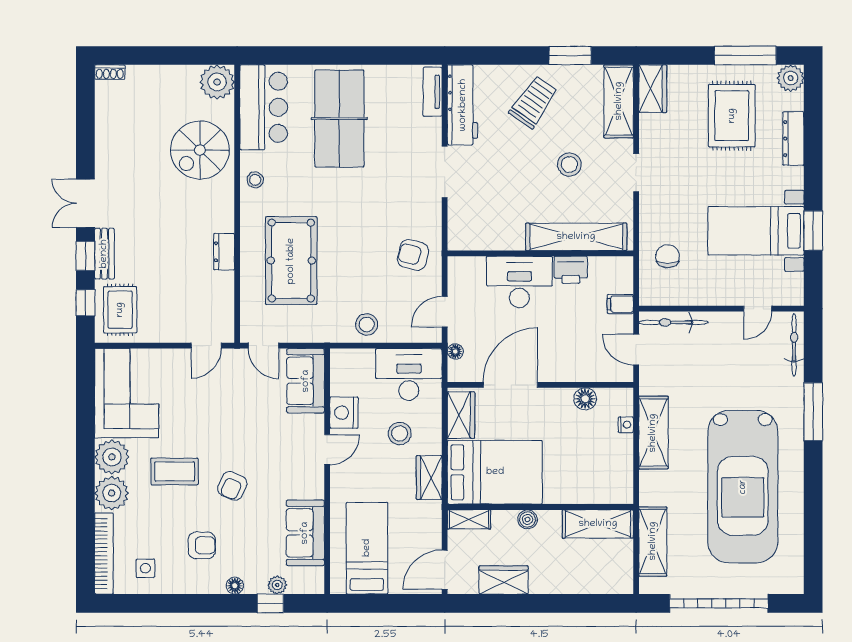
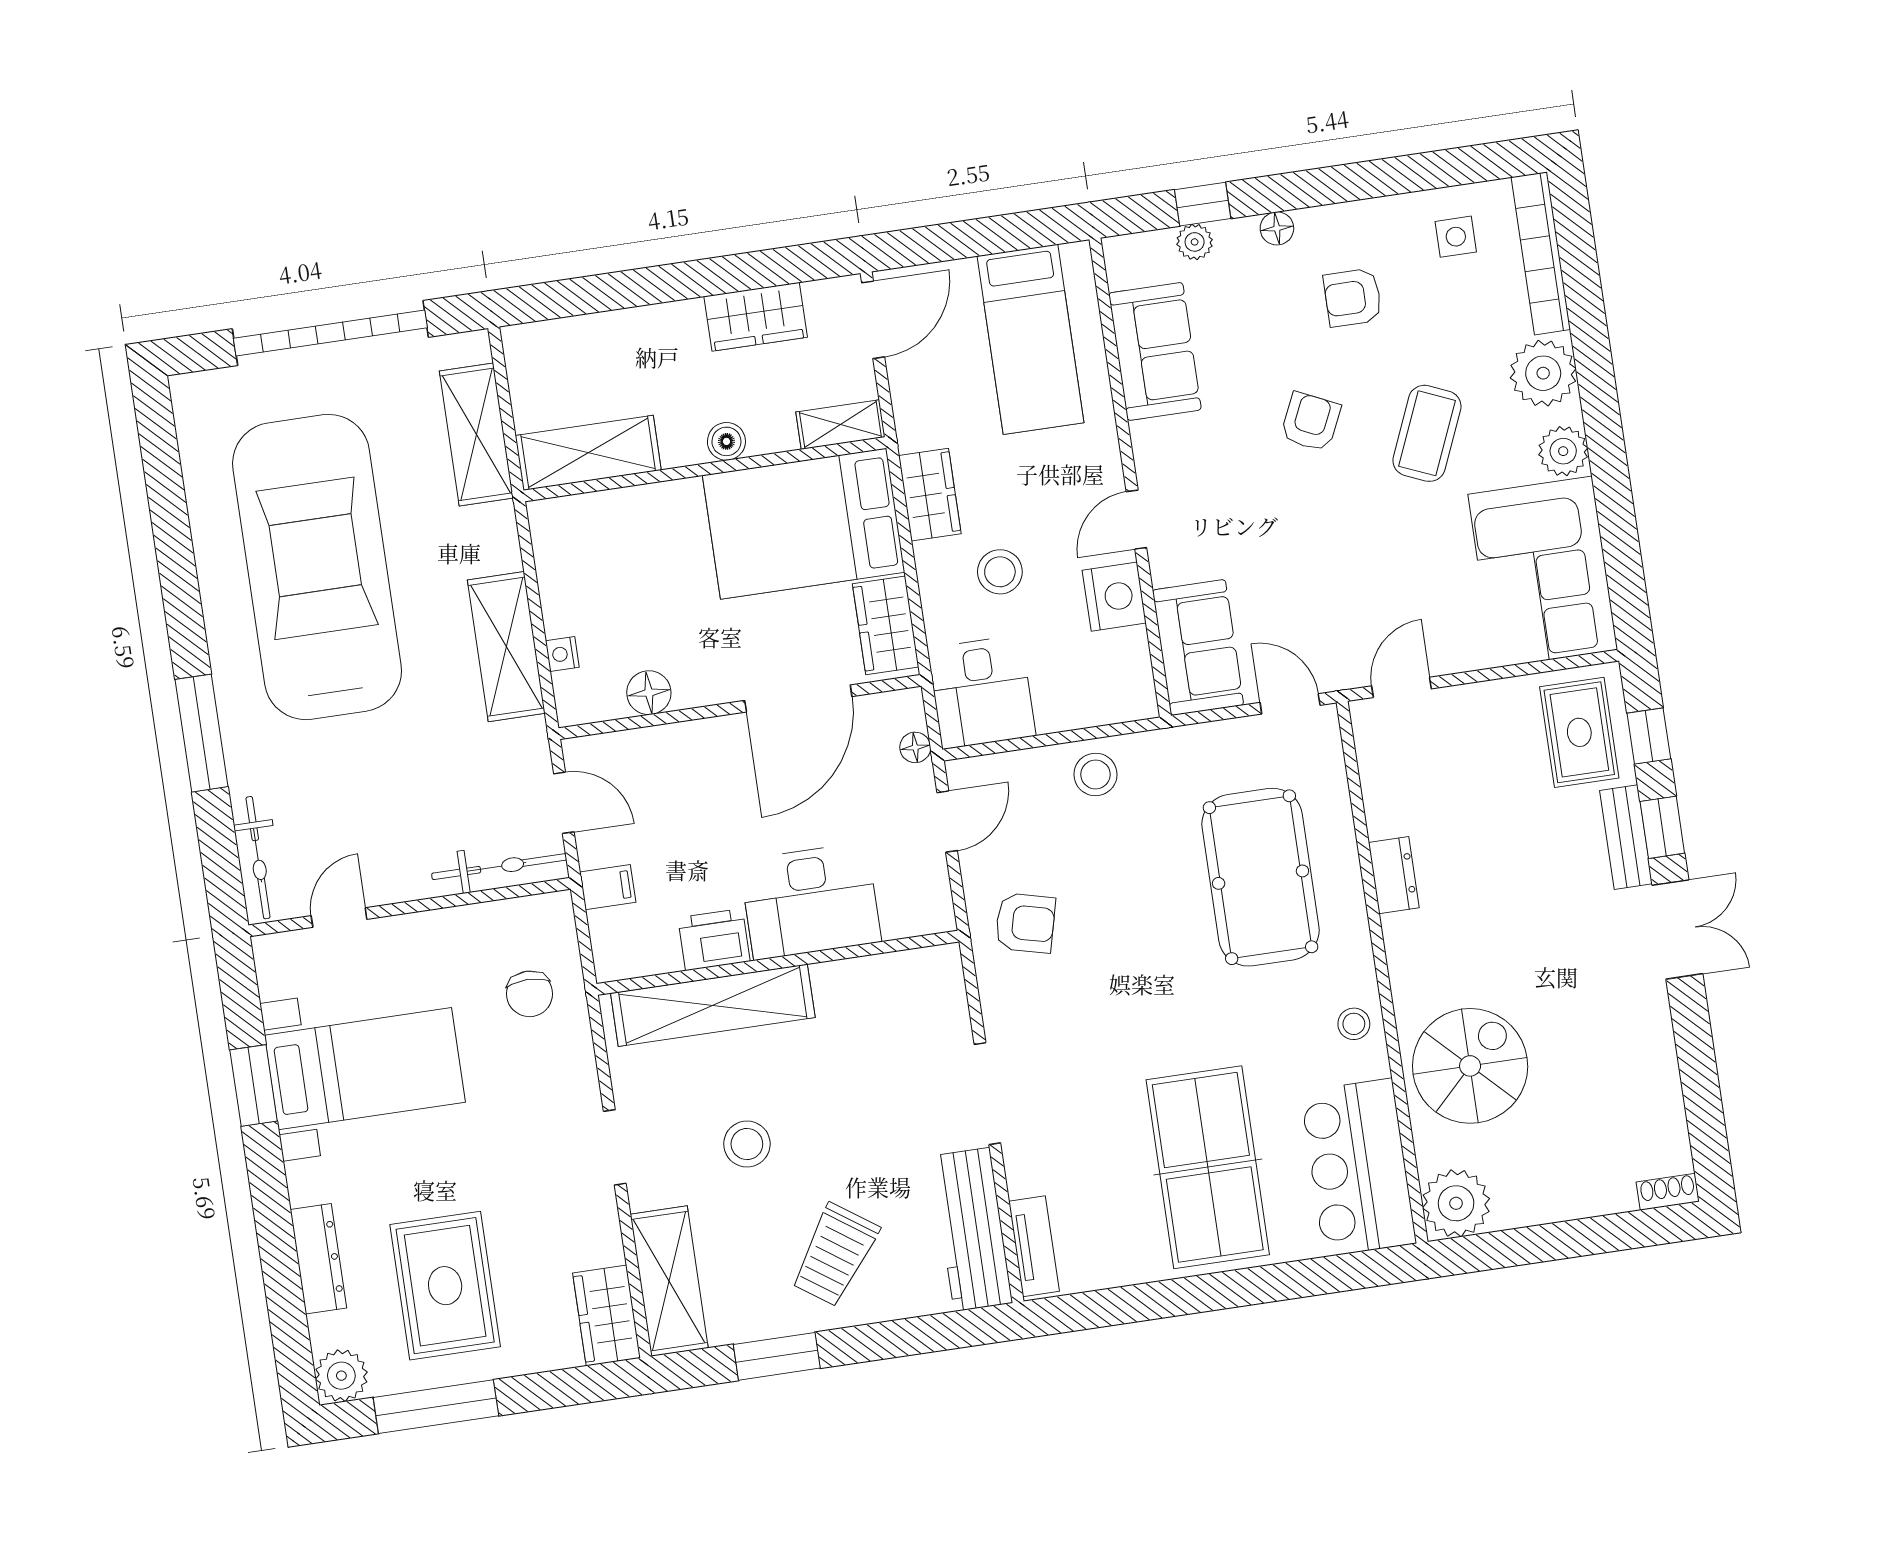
desk: (409, 374) -> (982, 692), width x0.73
plant: (112, 457) -> (1563, 451), width x0.73, depth x0.73
coffee table: (175, 471) -> (1427, 433), turned -67

